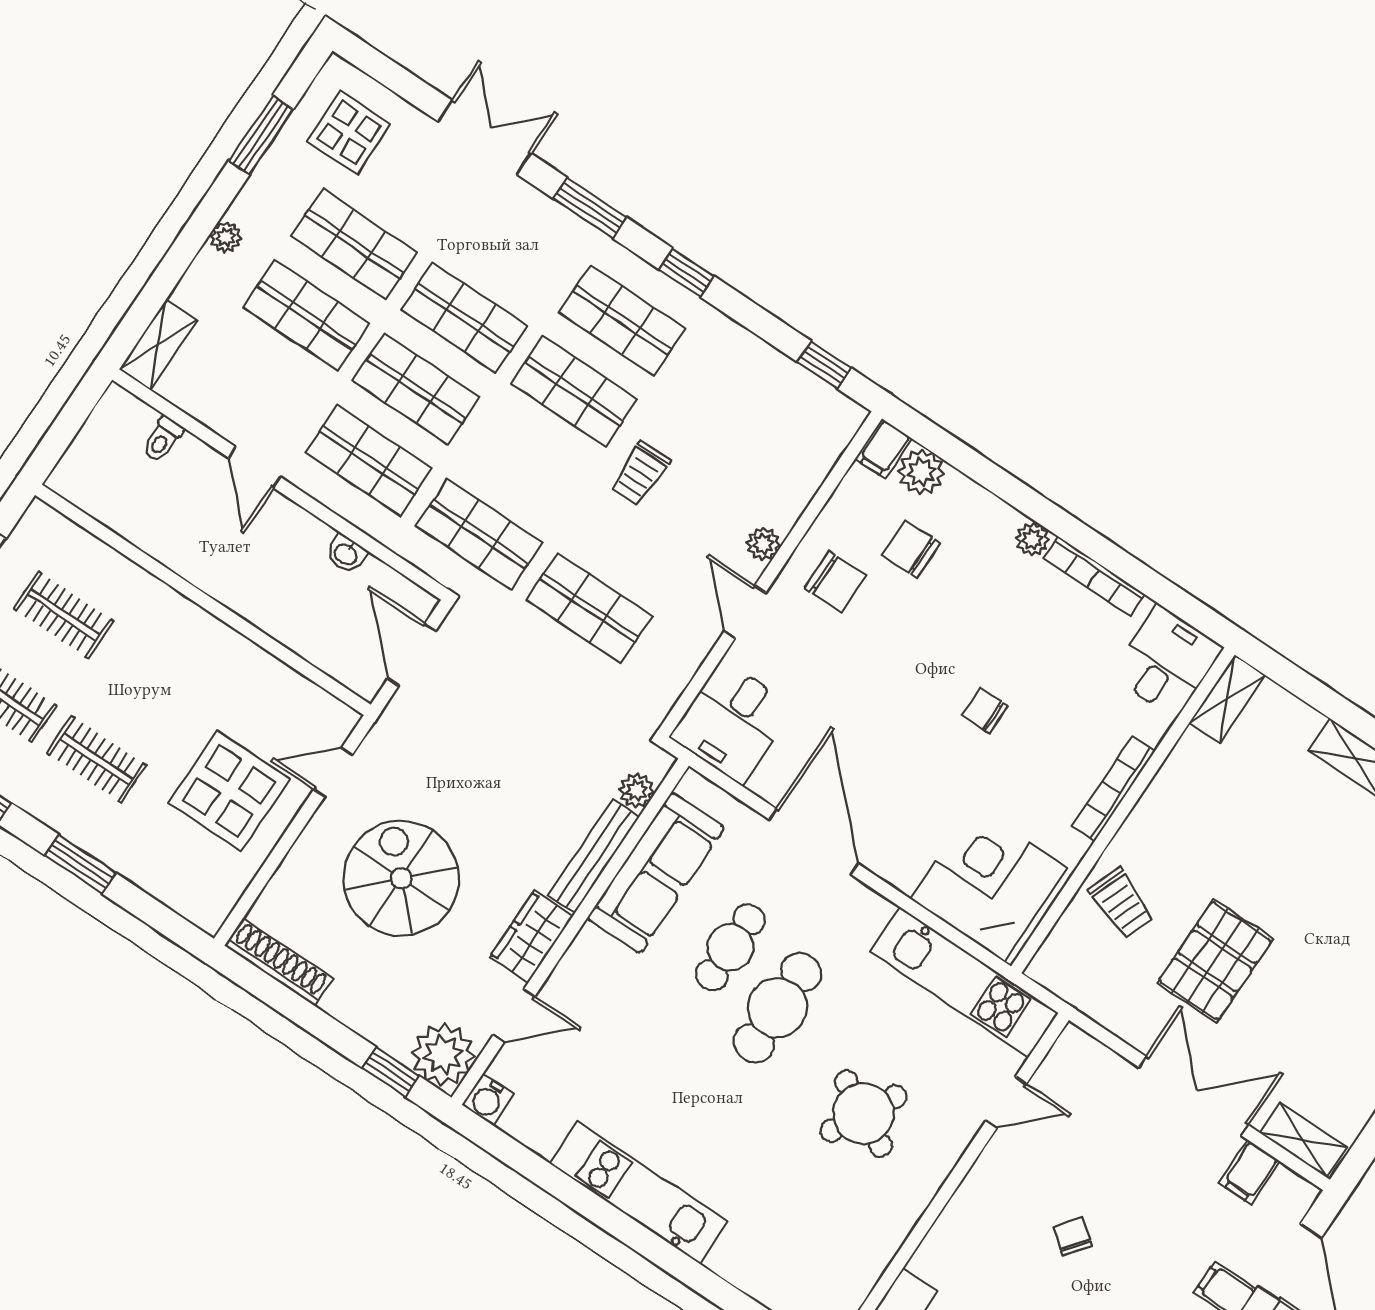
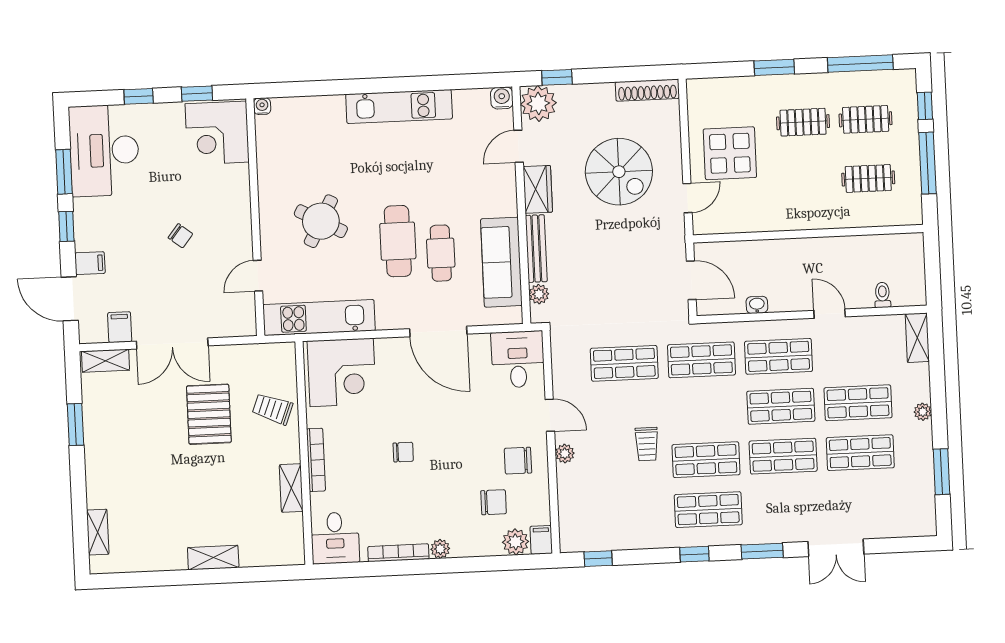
display table: (349, 133) -> (901, 503), removed
trolley: (640, 474) -> (647, 444), turned 180
shelving: (1227, 699) -> (291, 488), moved

